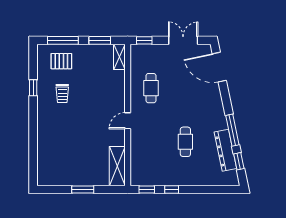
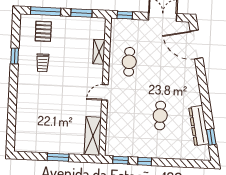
shelving: (119, 57) -> (99, 52), moved
pallet: (61, 61) -> (43, 31), turned 90
window: (232, 130) -> (206, 106), removed

